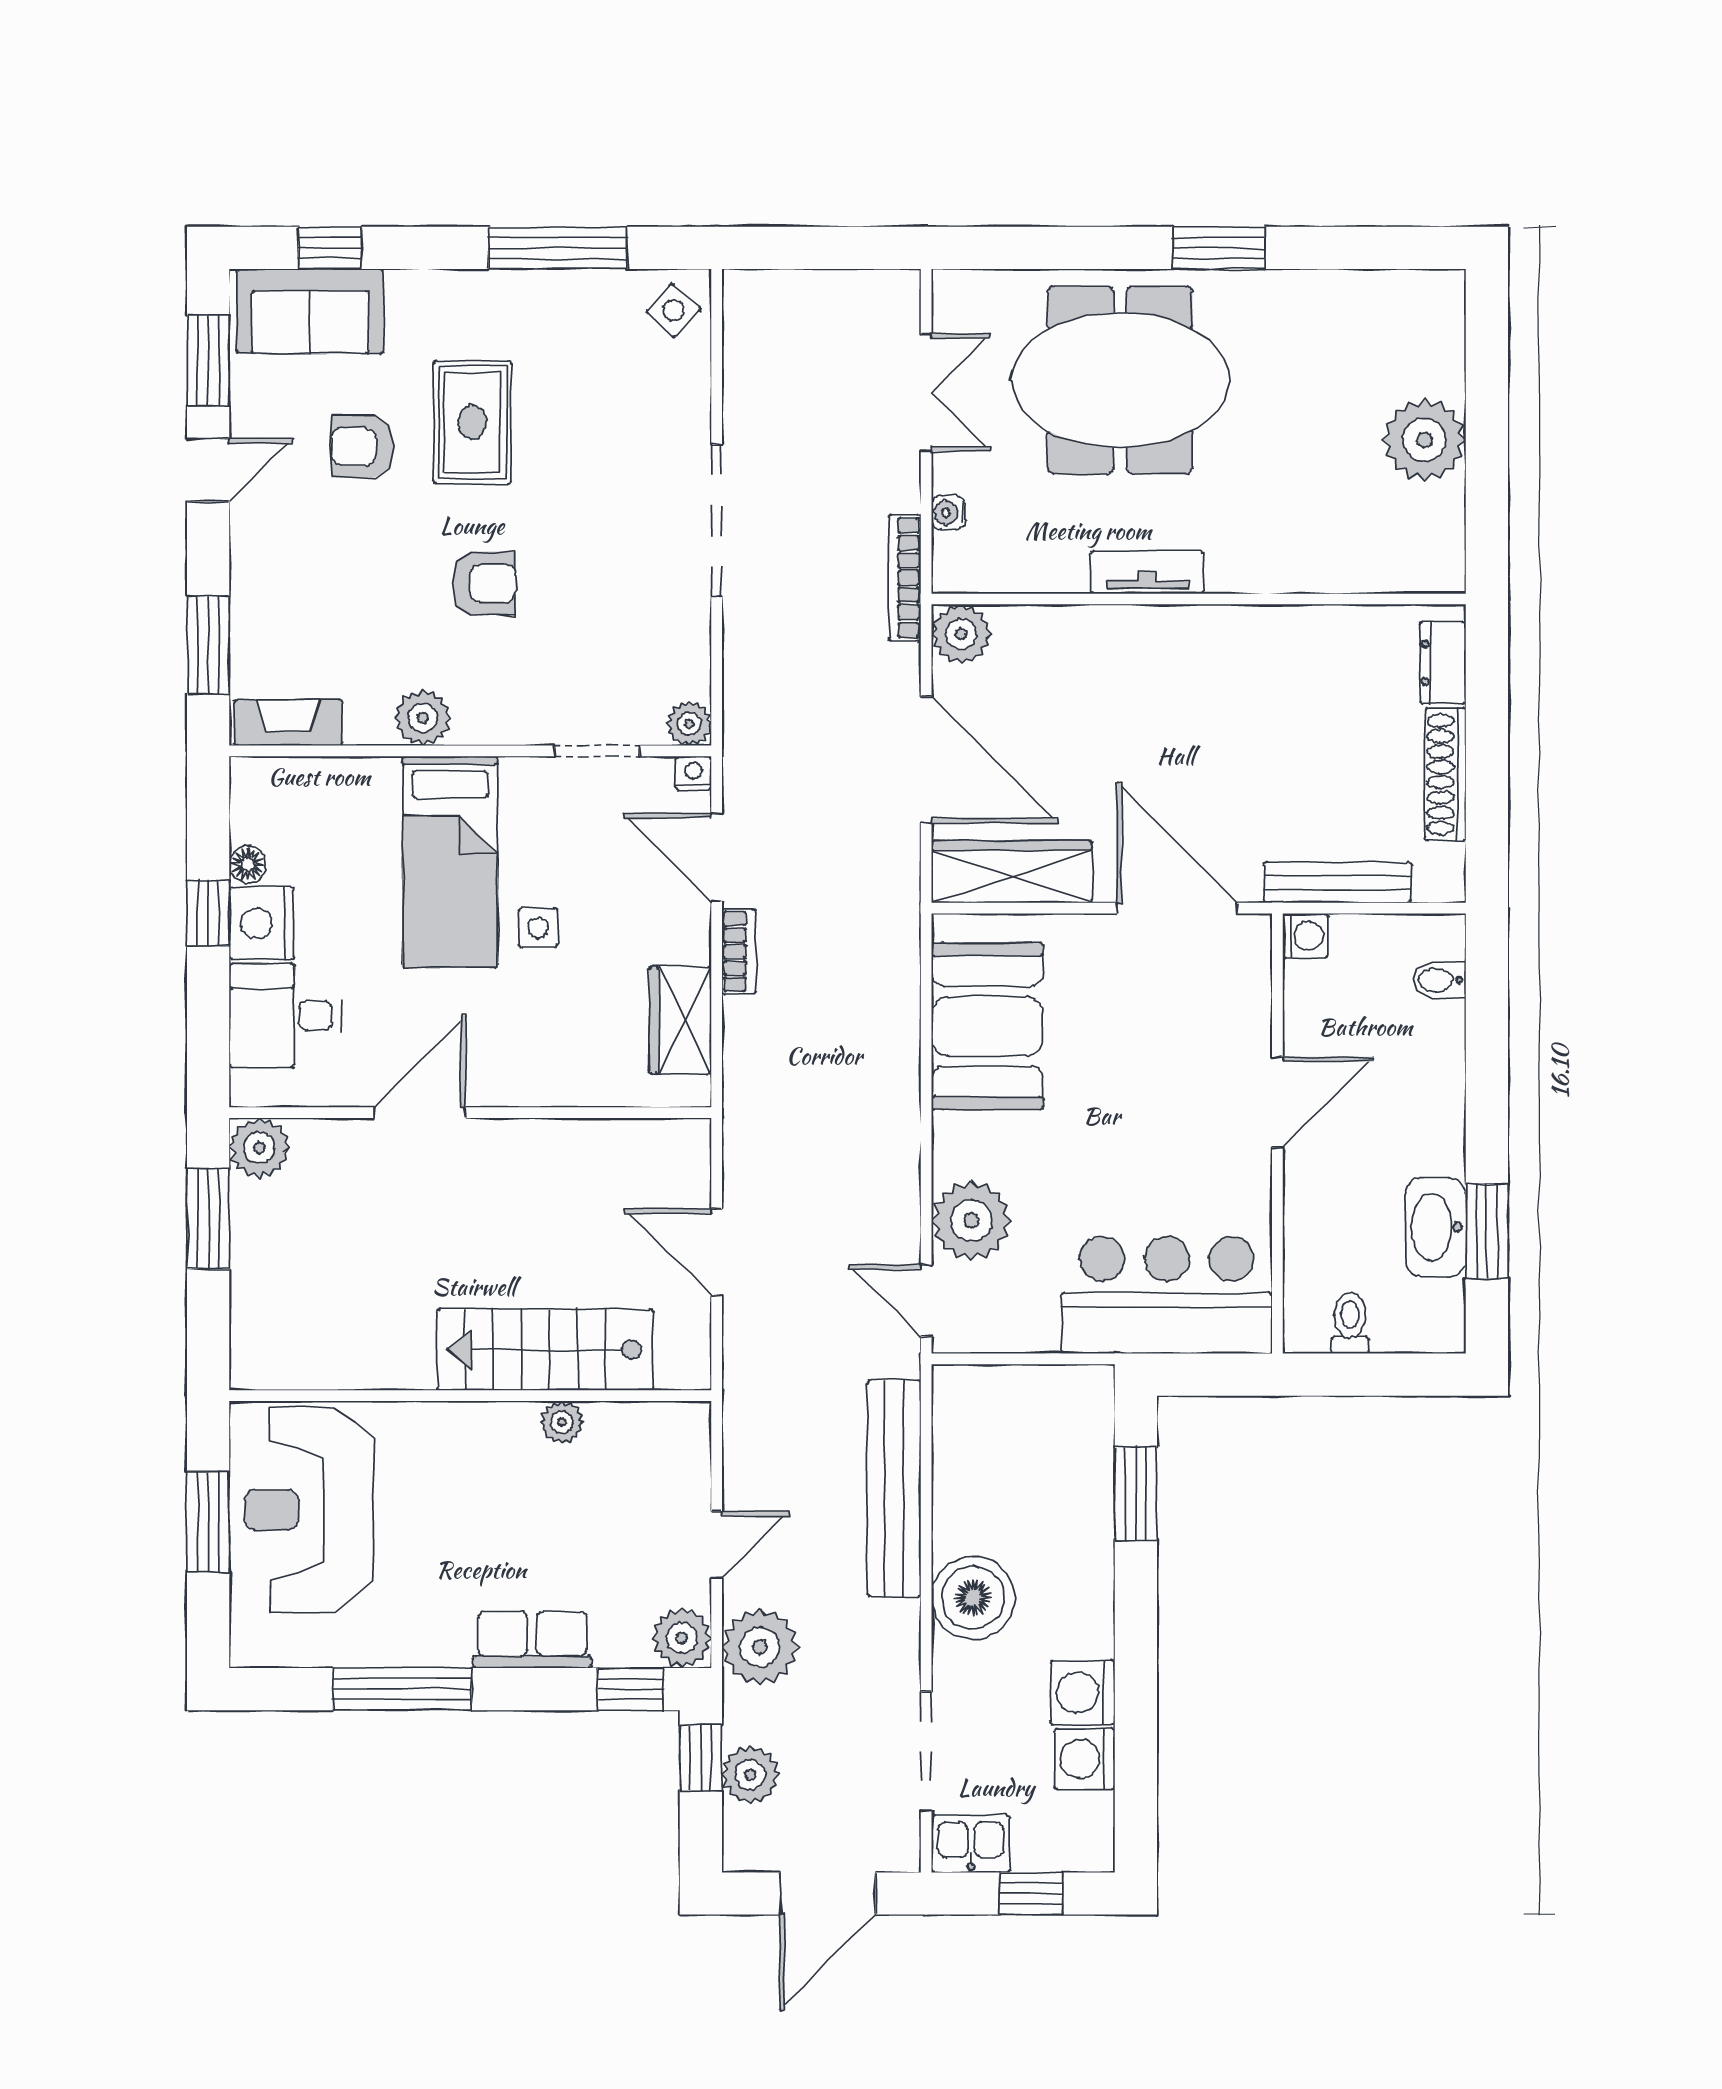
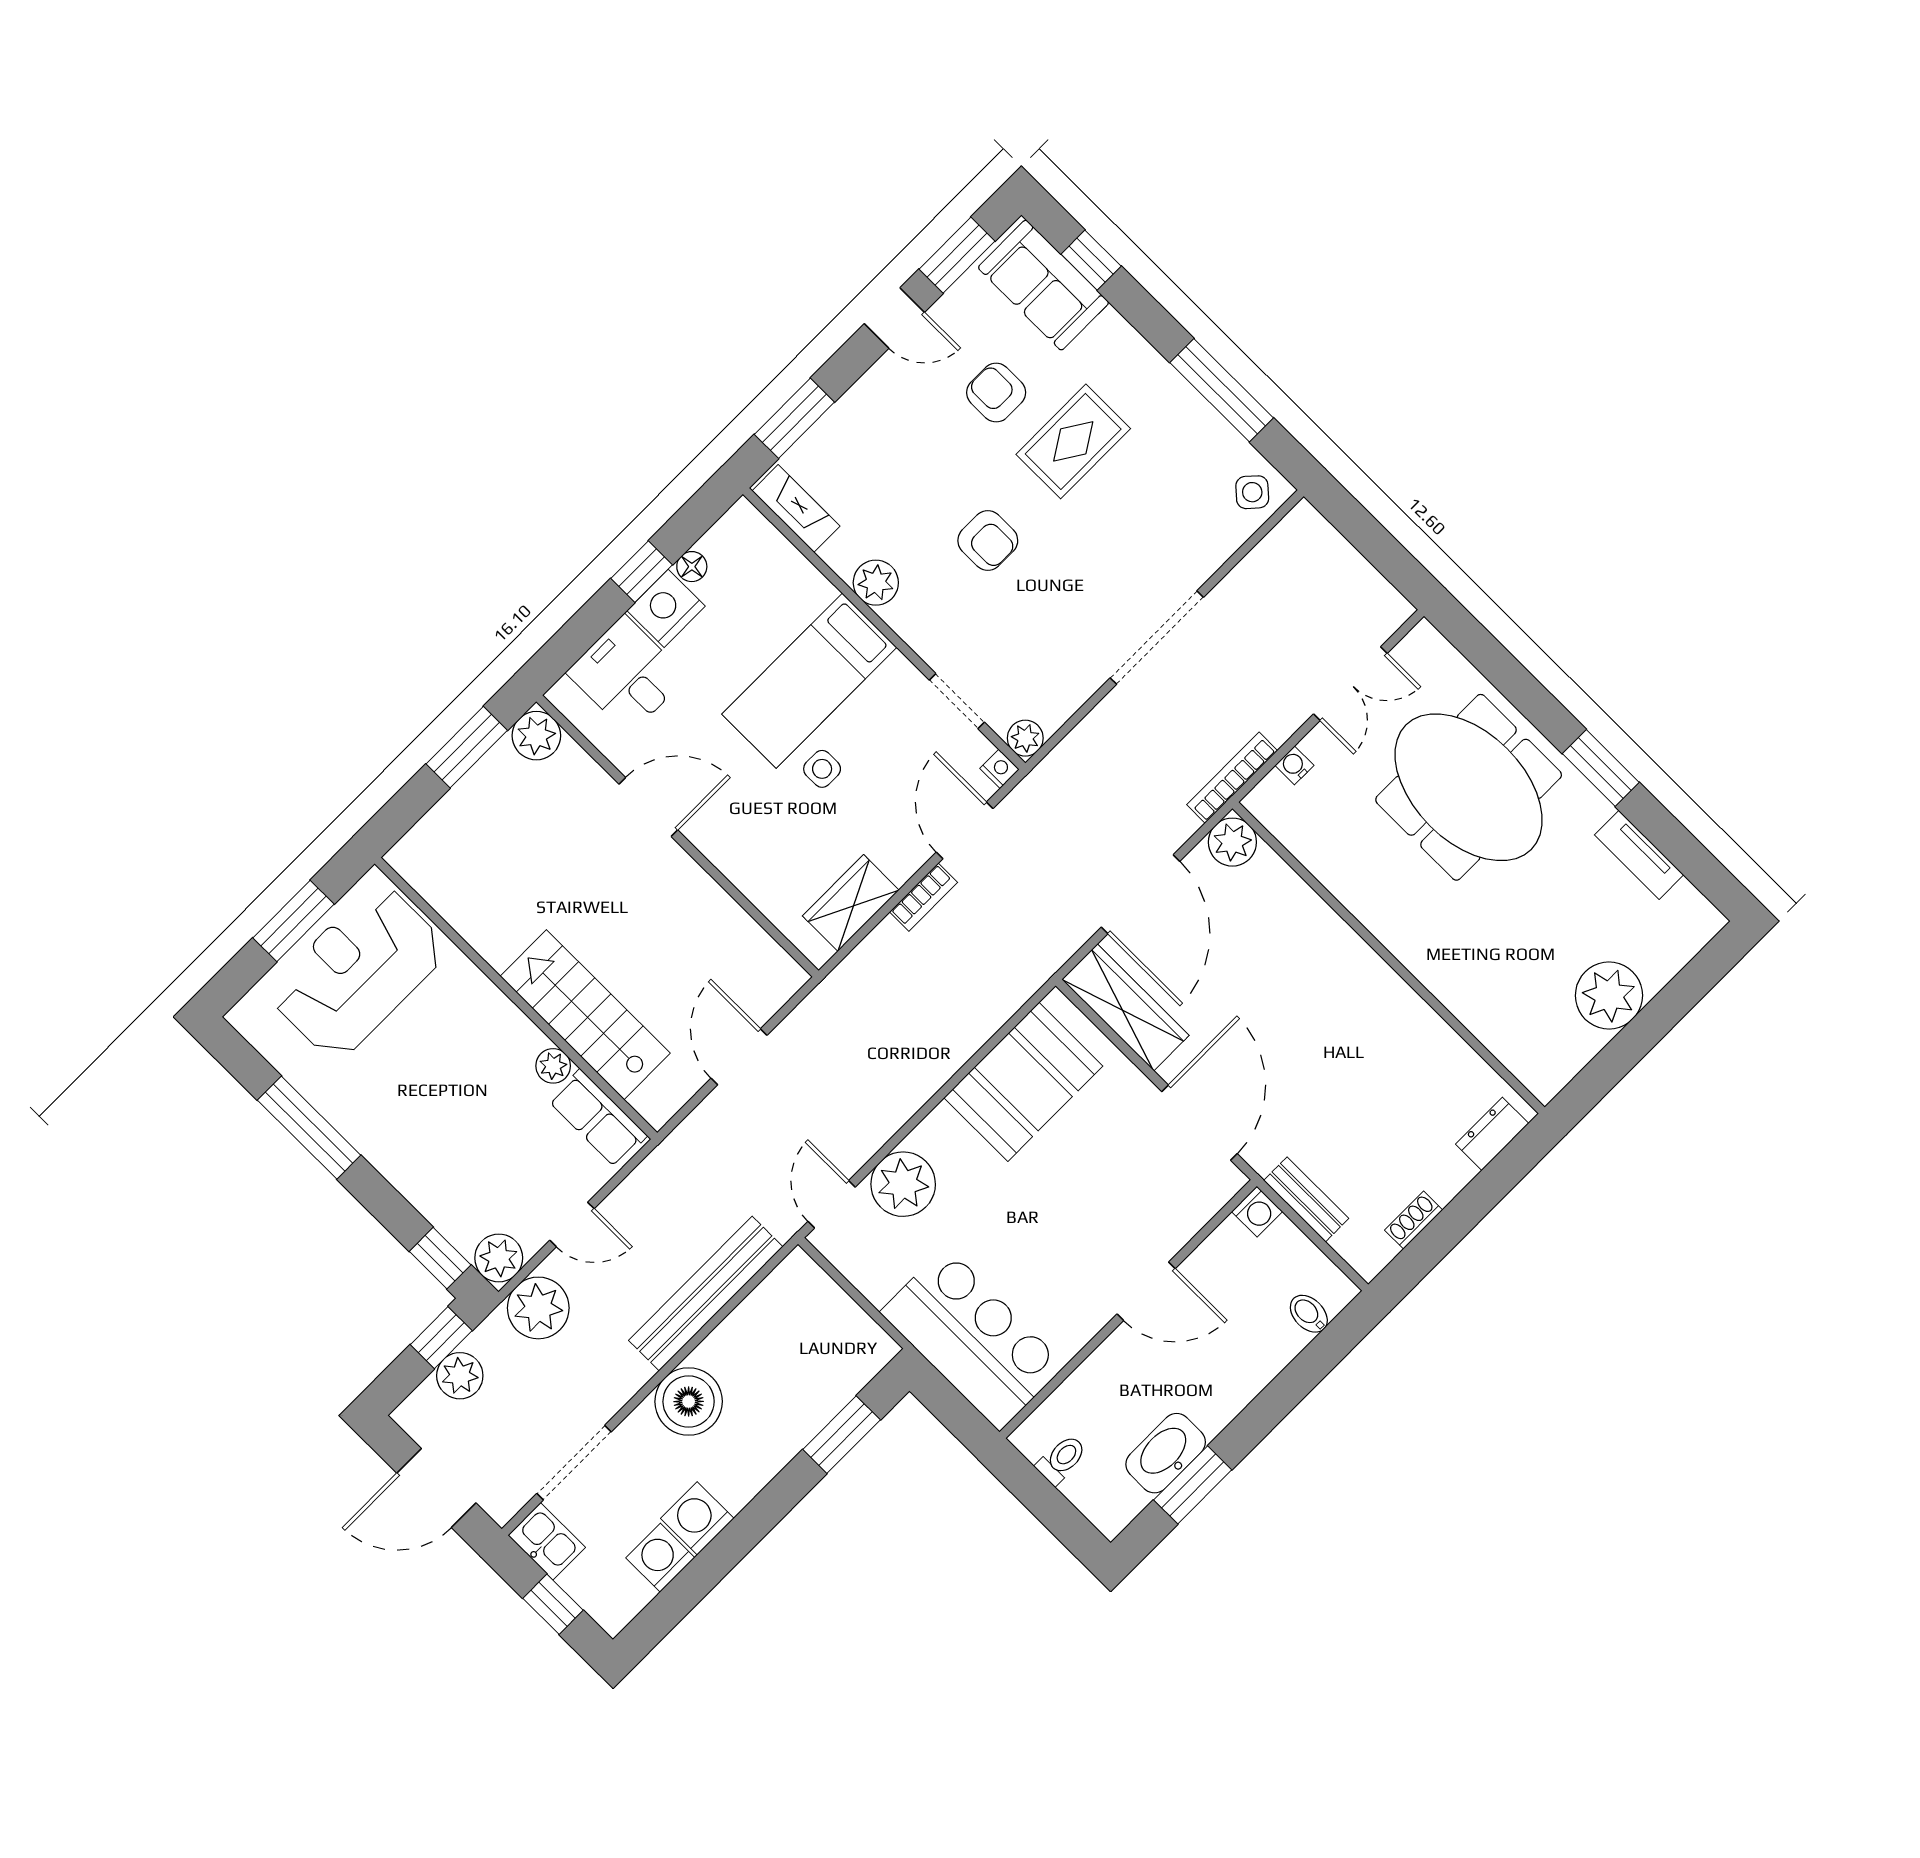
tv unit: (1147, 572) -> (1639, 855), moved, turned 180
shoe rack: (1445, 775) -> (1414, 1220), width x0.51, depth x0.81
bench: (1337, 882) -> (1306, 1199), width x0.73
row of seats: (532, 1640) -> (598, 1118), moved, turned 180

